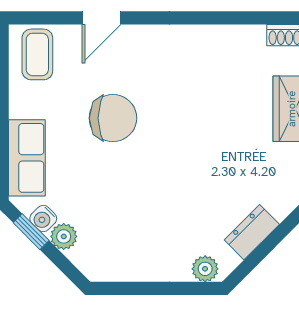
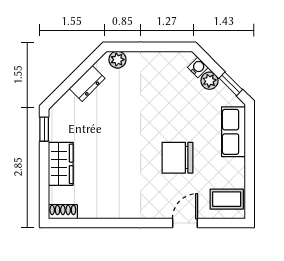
coffee table: (37, 54) -> (227, 199), turned 90
water cooler: (43, 219) -> (198, 67), moved

